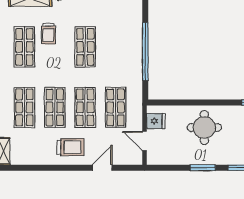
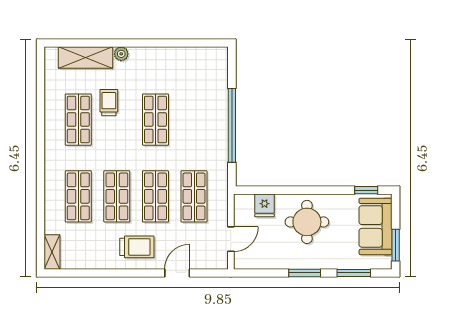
trolley: (48, 34) -> (109, 103), turned 180
fridge: (156, 121) -> (264, 205), moved, turned 90
door: (145, 141) -> (231, 239), swing flipped

